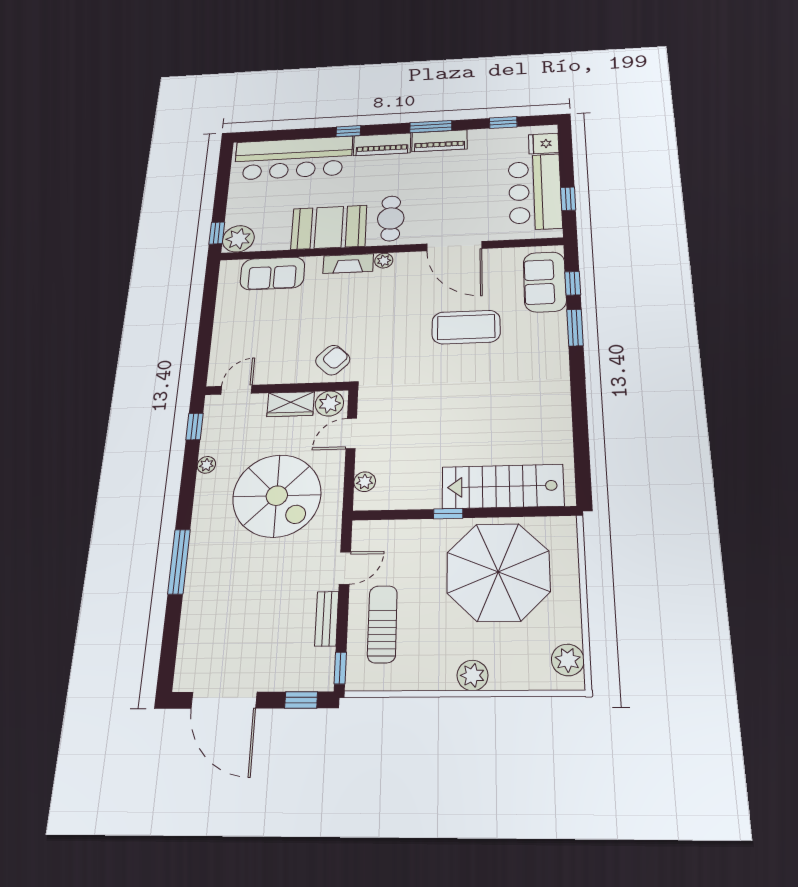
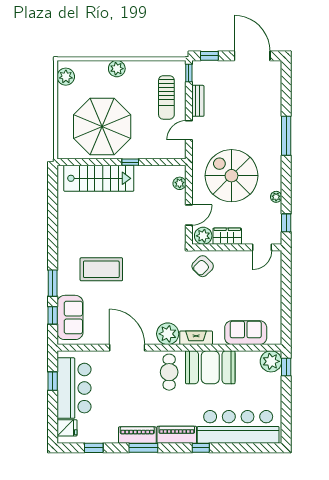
plant: (384, 261) -> (168, 334), width x1.88, depth x1.88
coffee table: (466, 327) -> (101, 269), moved

